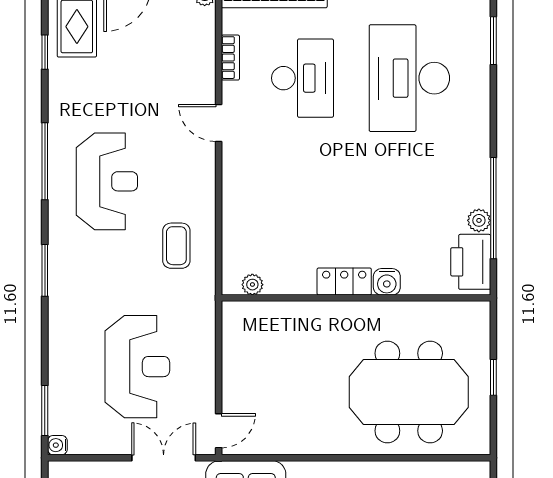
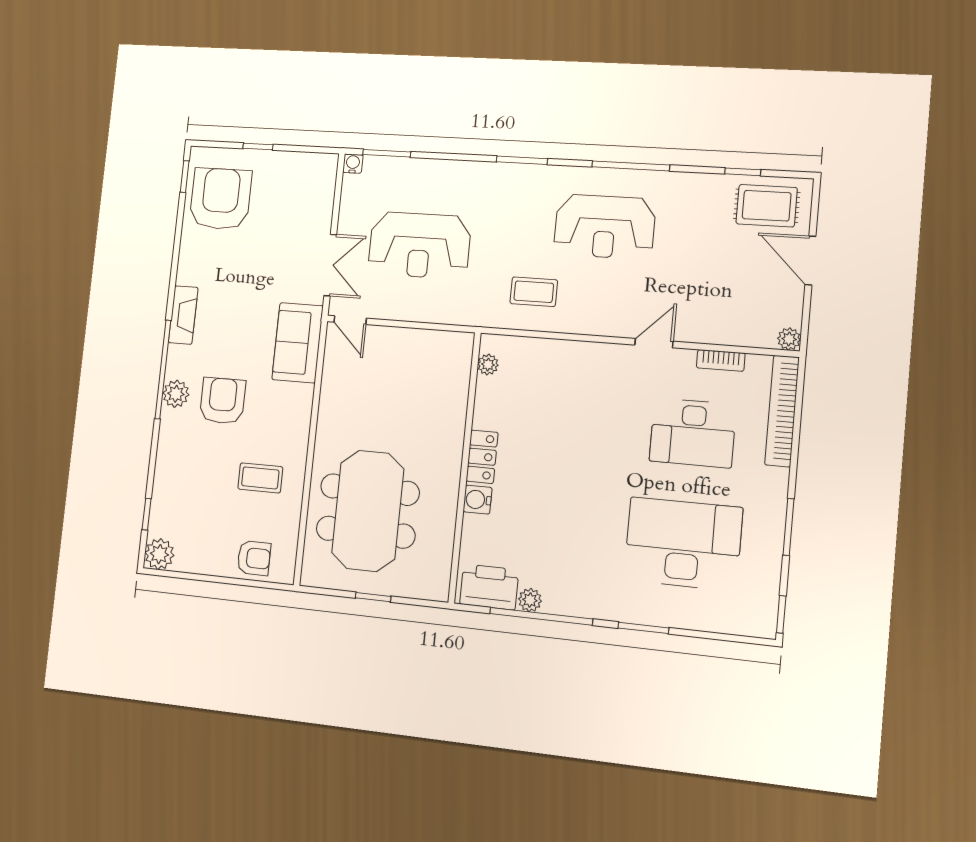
window: (493, 41) -> (643, 628), moved

